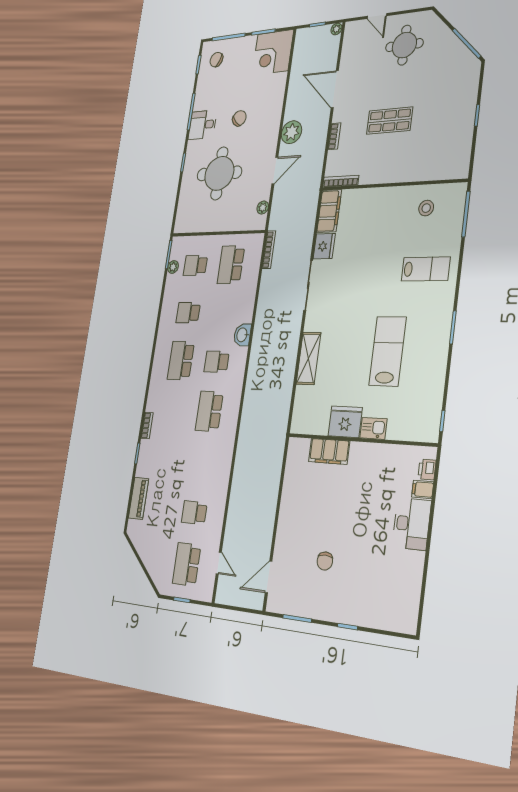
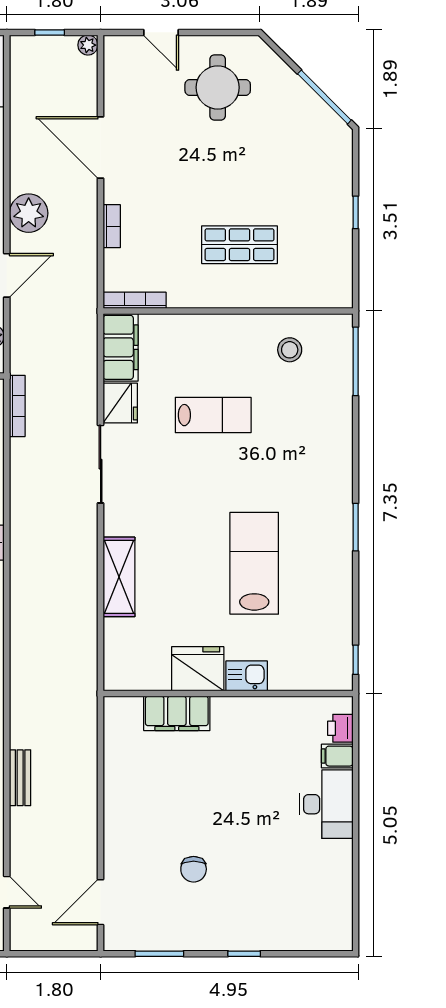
shop shelf: (390, 121) -> (240, 245), moved
lab bench: (426, 269) -> (213, 415), moved
bench: (237, 487) -> (20, 778), added

